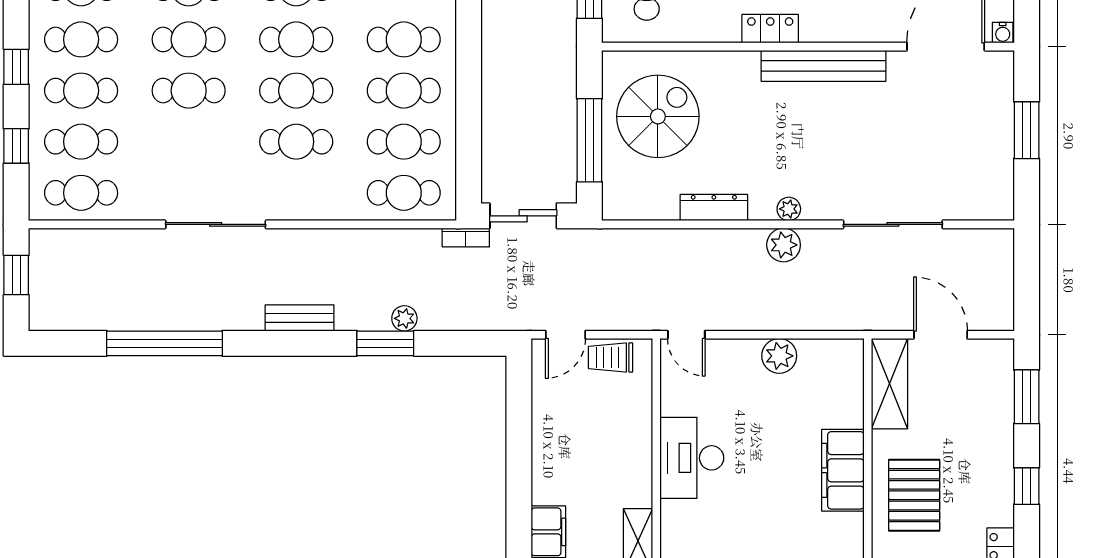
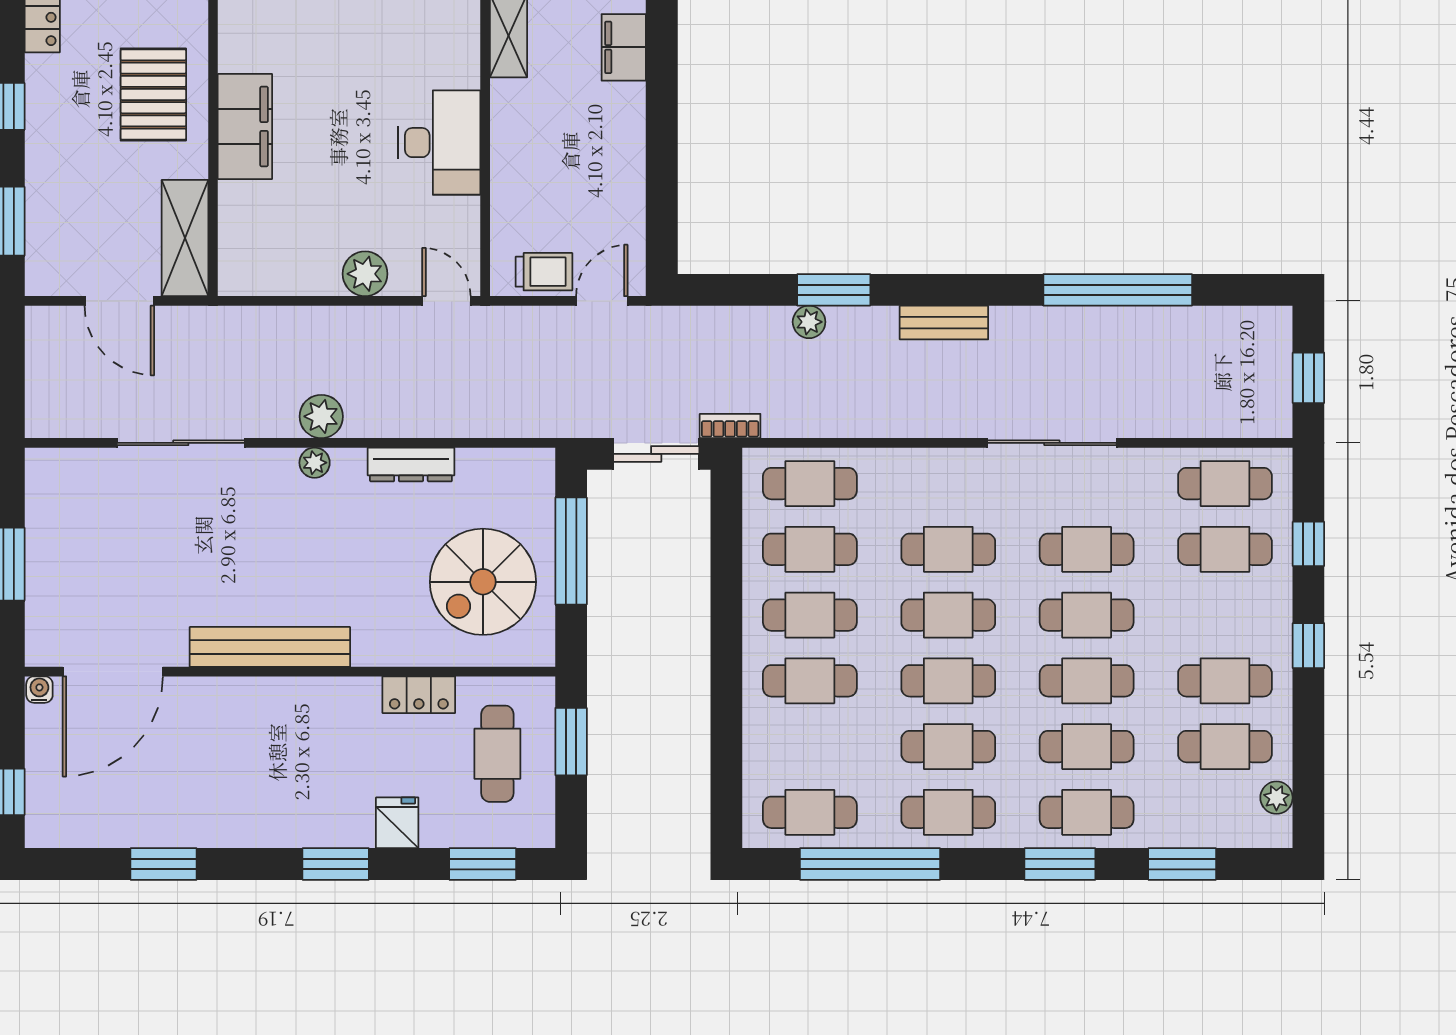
locker: (770, 29) -> (419, 695), moved
cafe table: (81, 91) -> (1087, 549), moved
plant: (779, 356) -> (365, 274), moved

